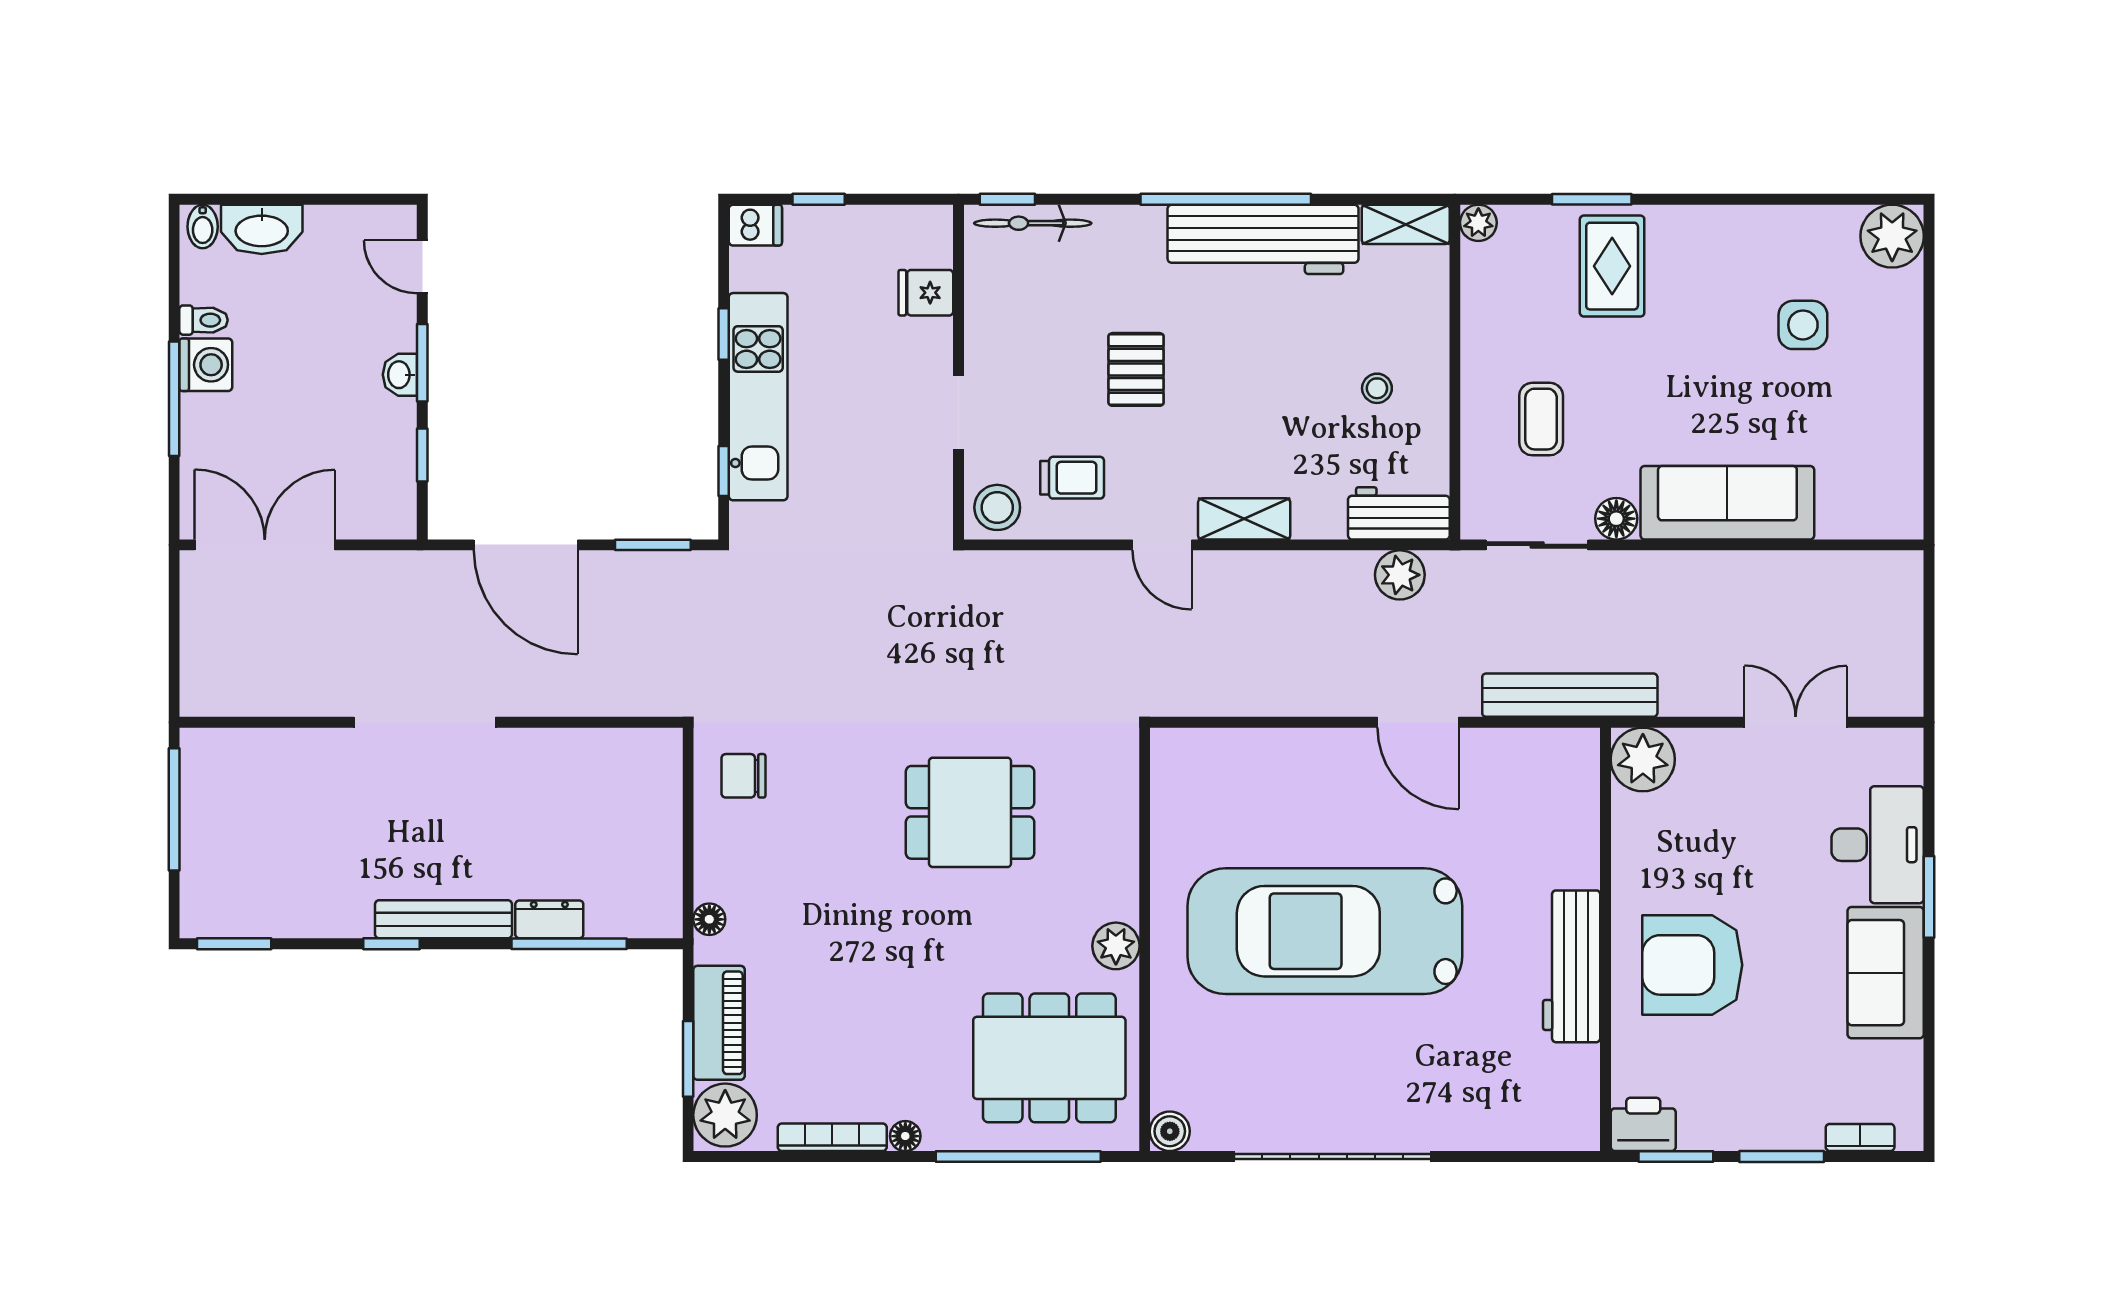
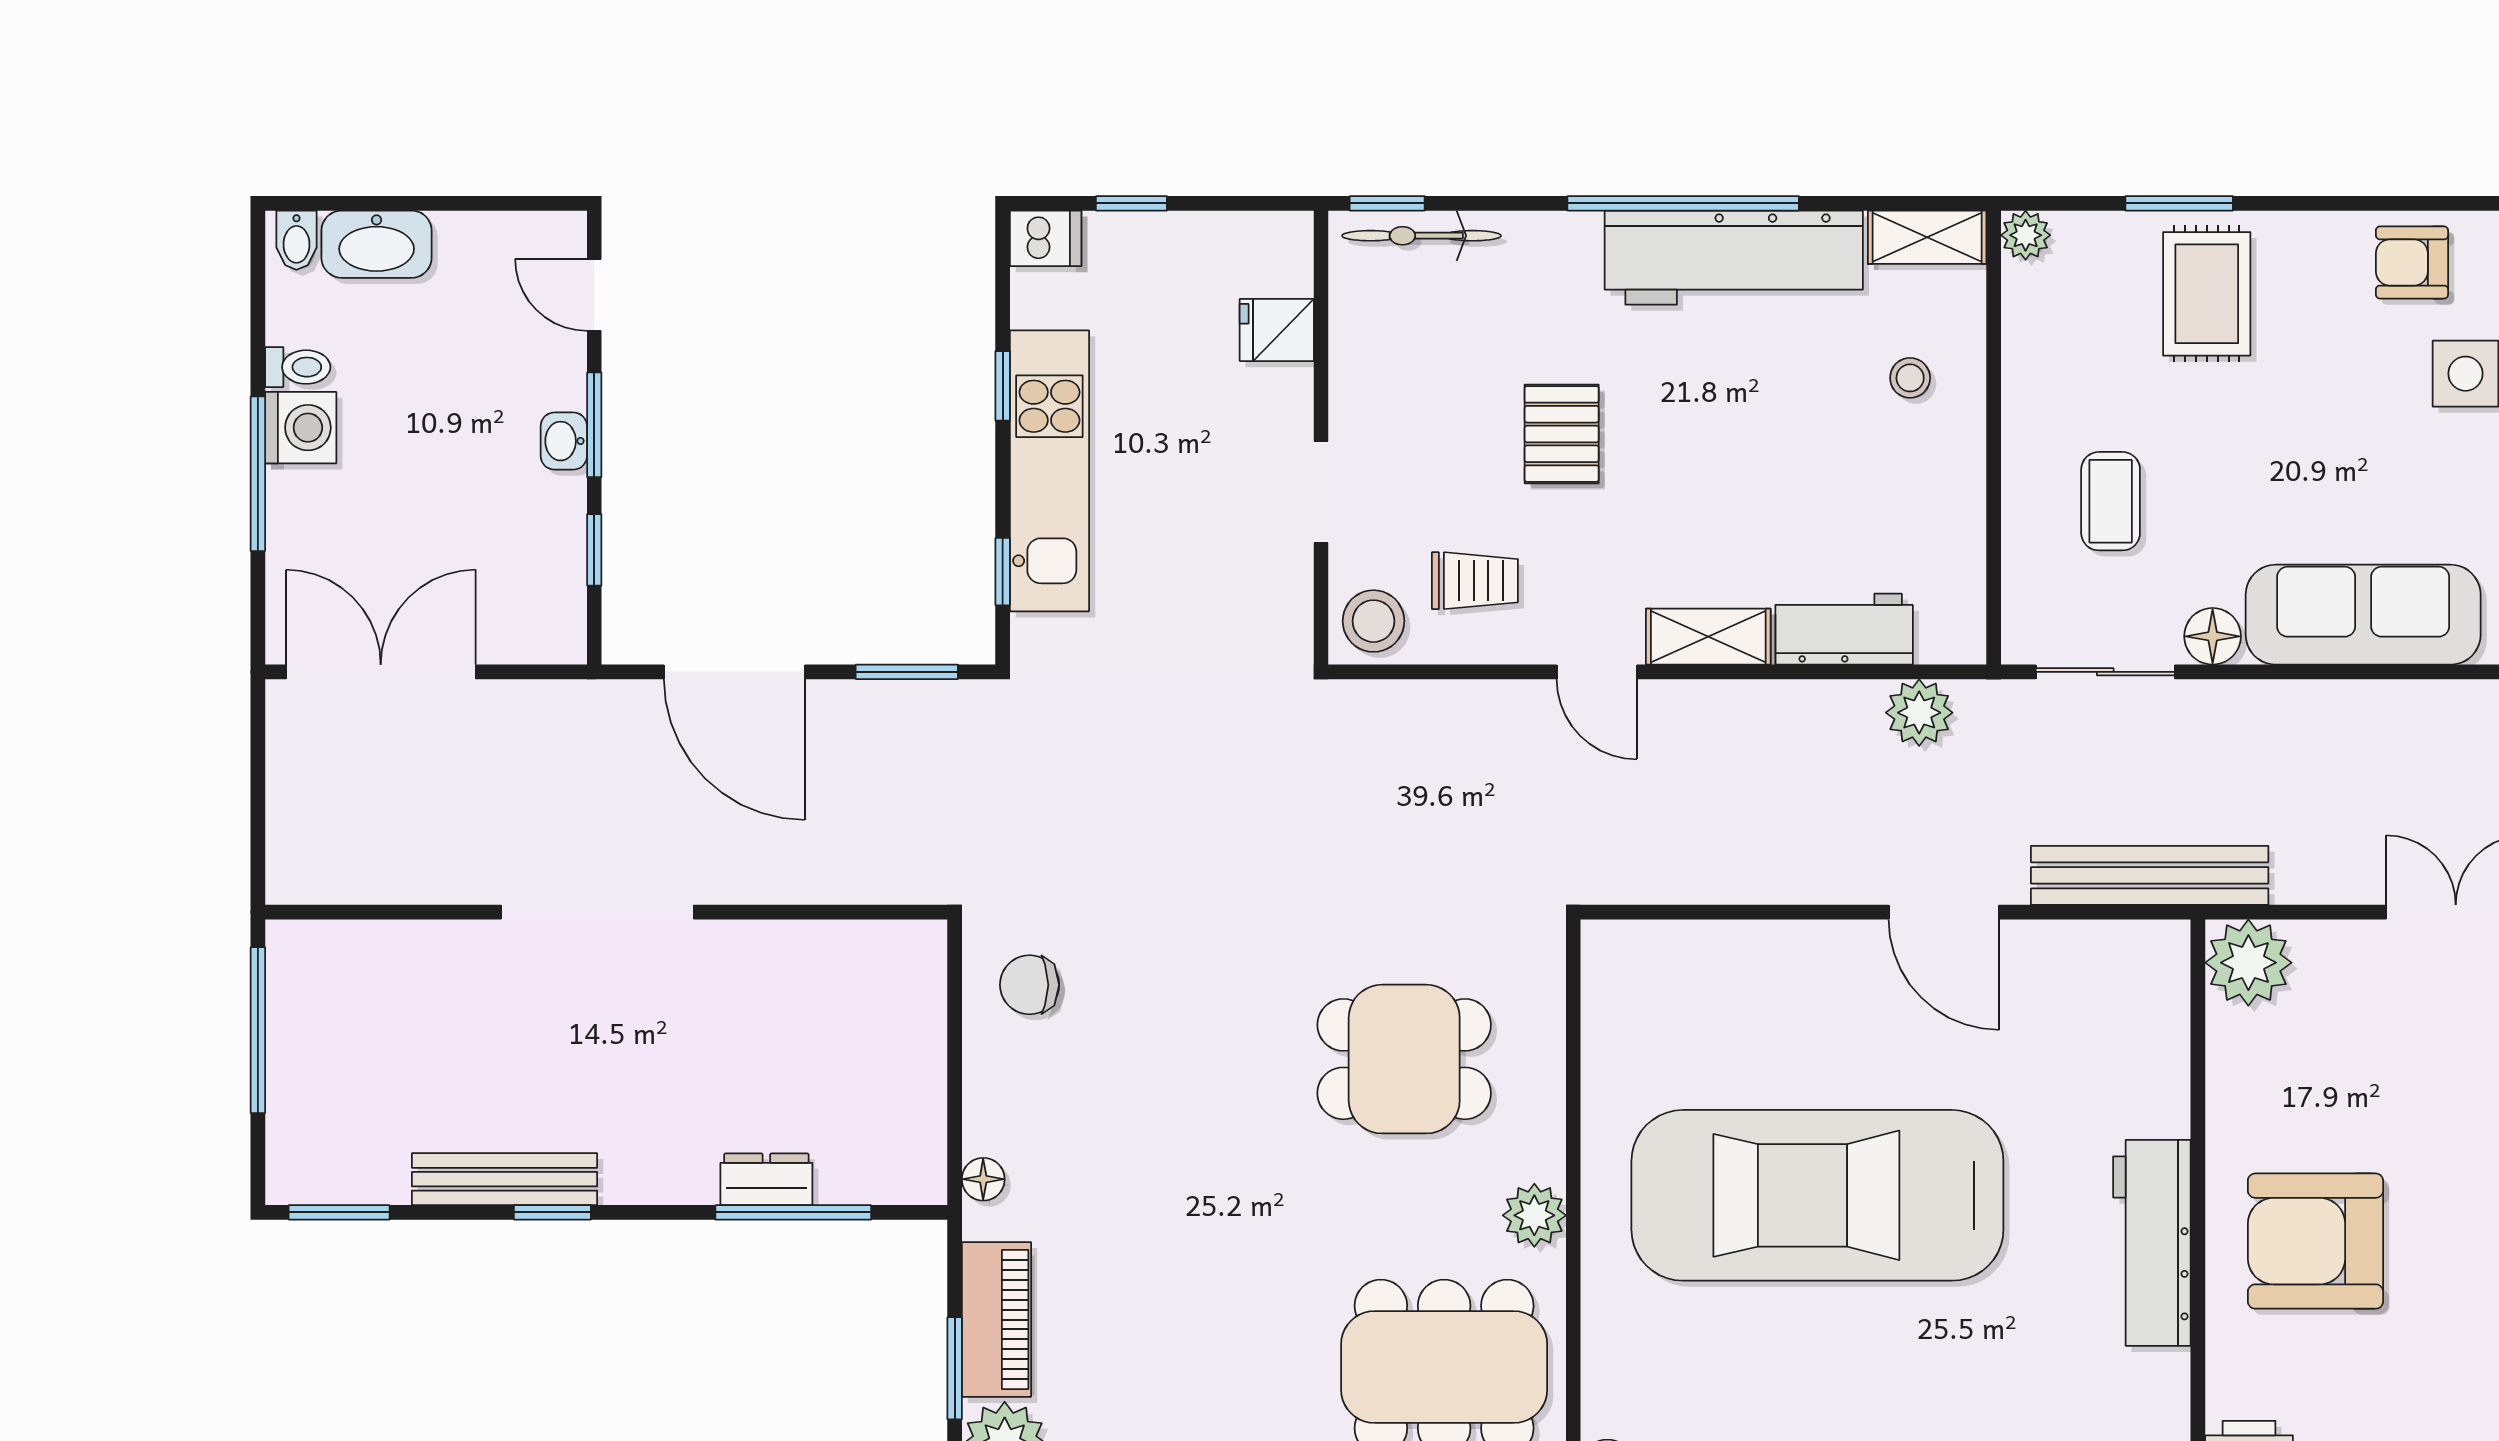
armchair: (1763, 243) -> (2412, 262), added
stool: (1377, 388) -> (1910, 378), moved
workbench: (1399, 513) -> (1844, 629), moved
dining table: (970, 812) -> (1404, 1059), moved
bench: (443, 919) -> (504, 1179), moved

